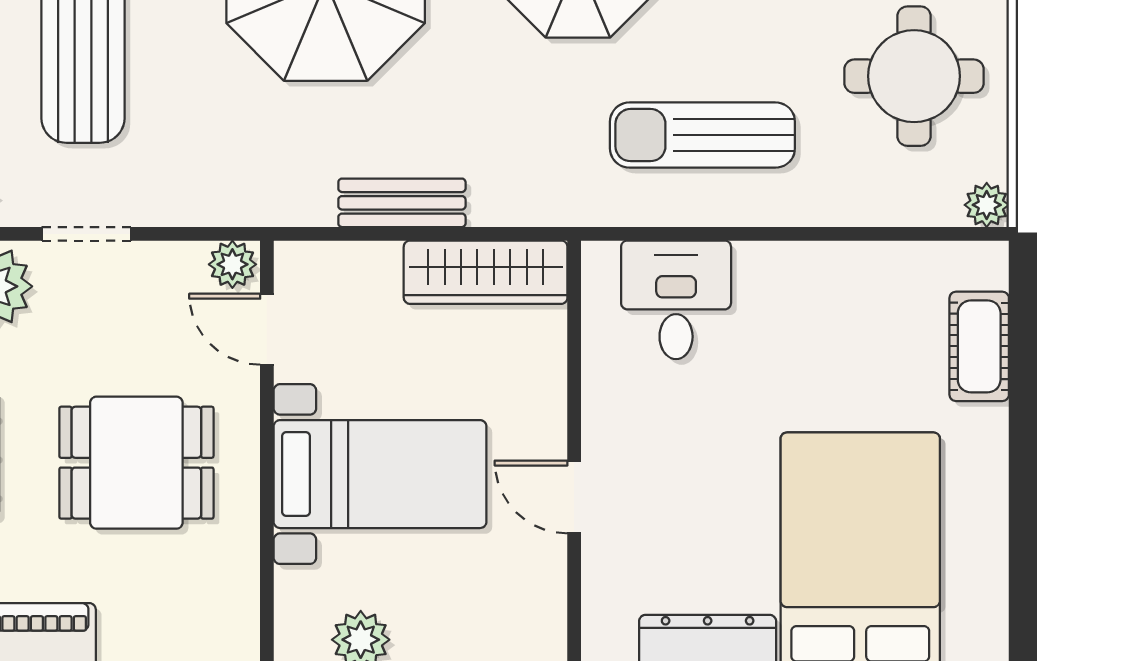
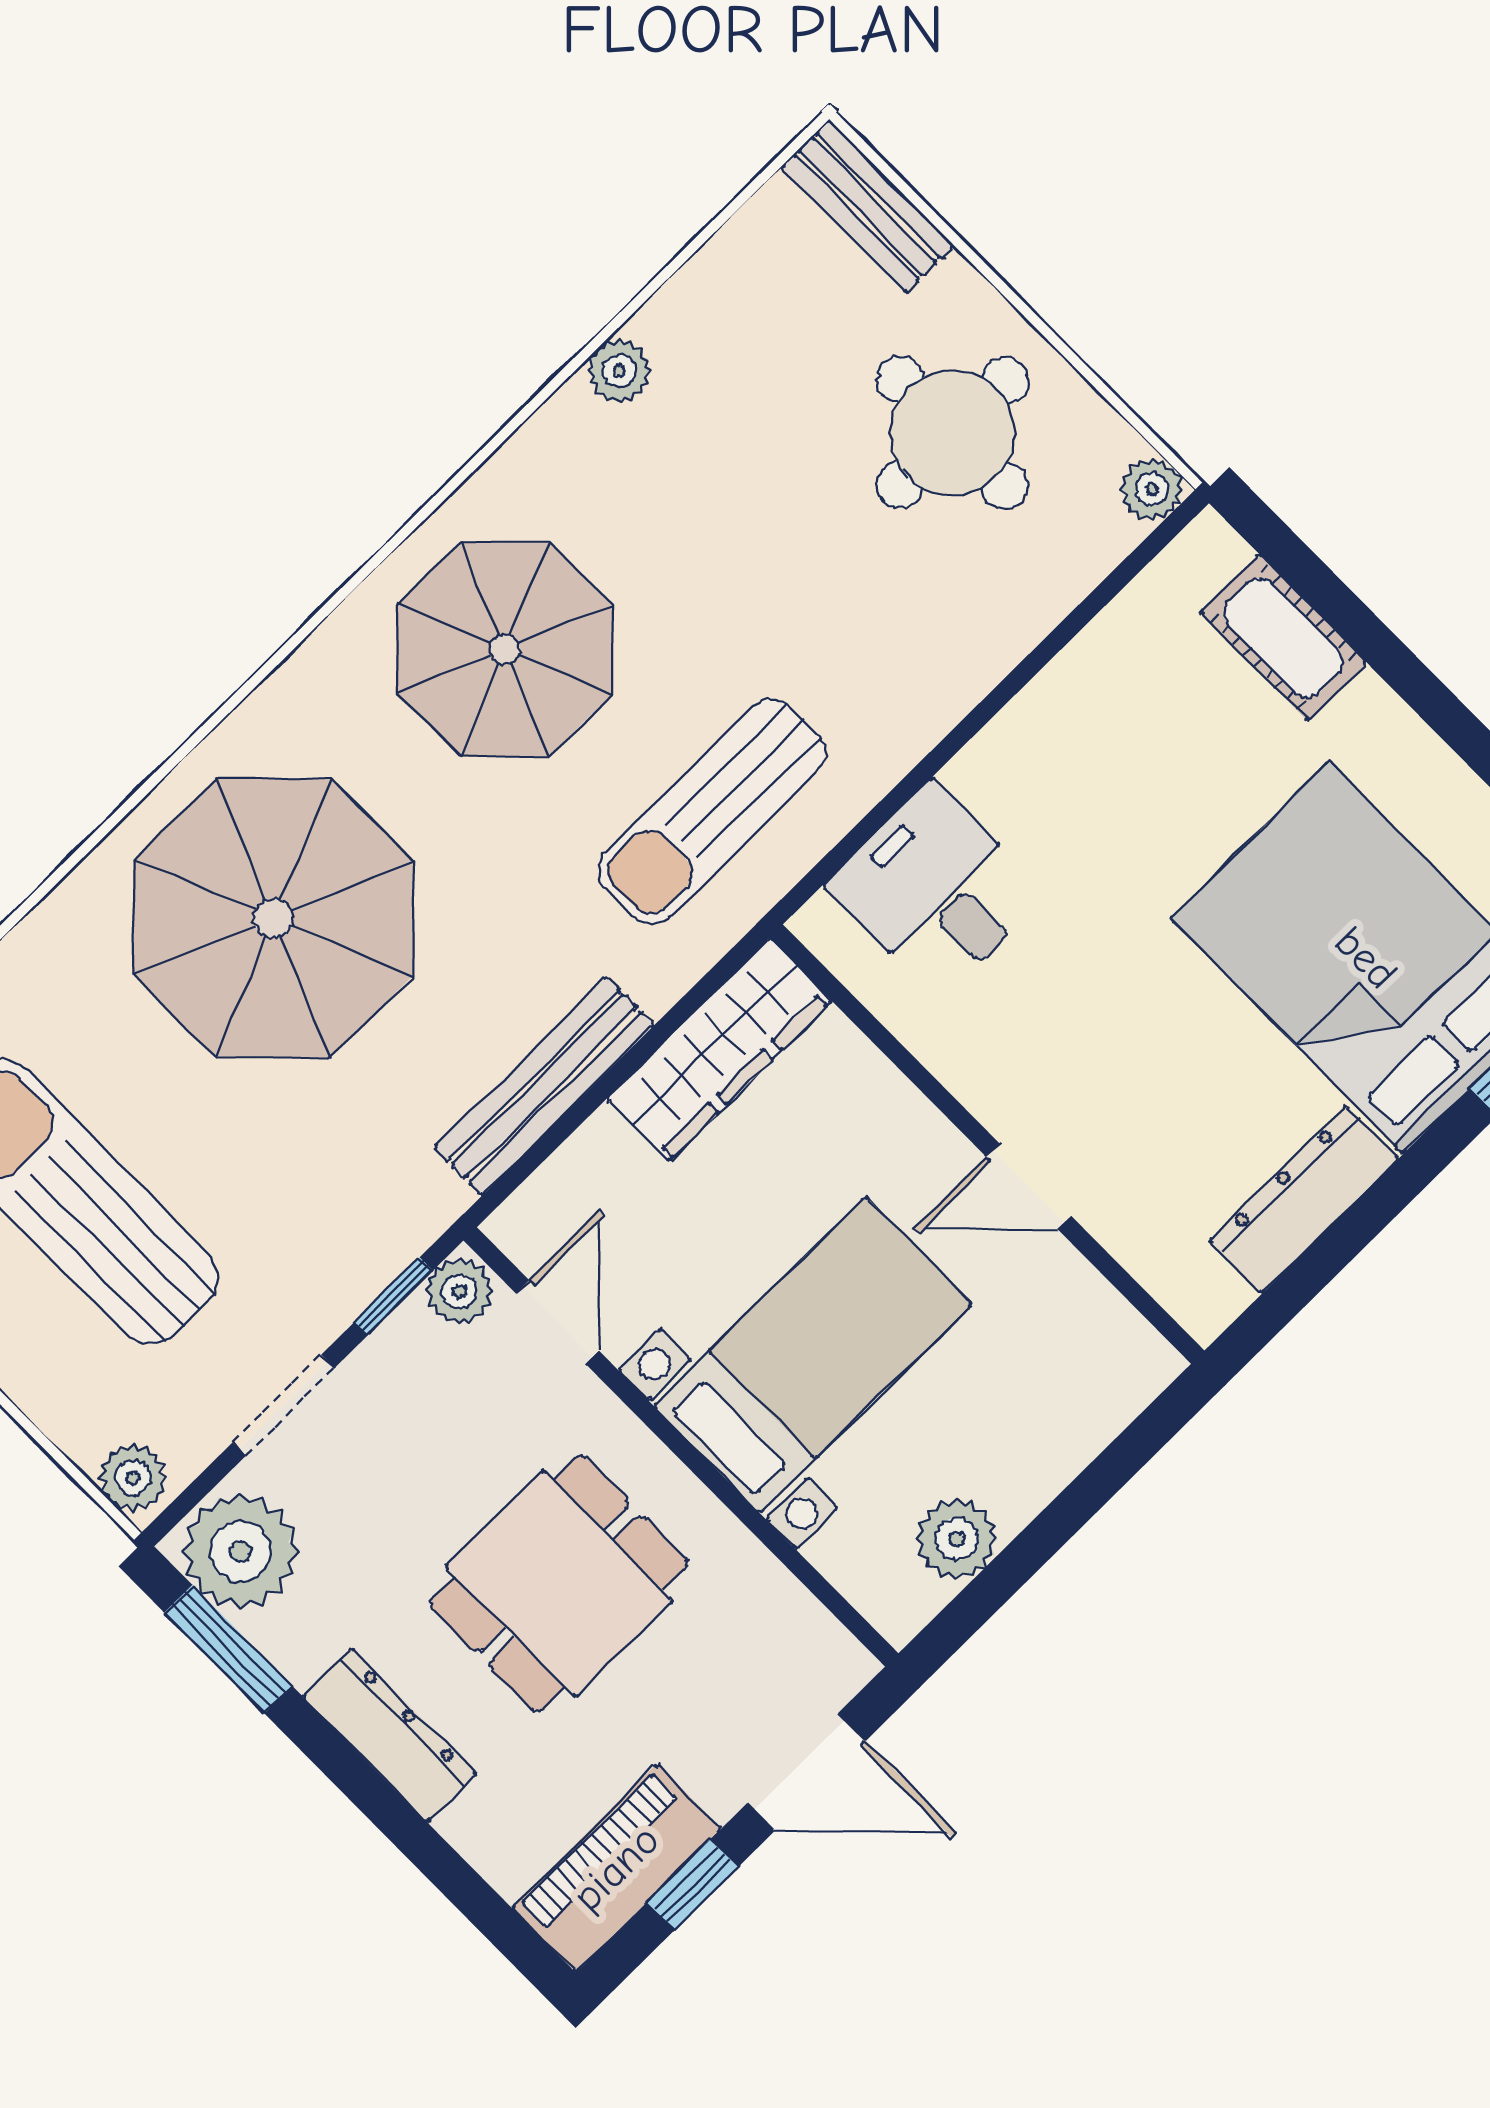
sun lounger: (702, 135) -> (712, 811), moved
bench: (402, 203) -> (544, 1086), width x1.36
window: (197, 234) -> (393, 1297), added
door: (267, 329) -> (558, 1322), swing flipped

